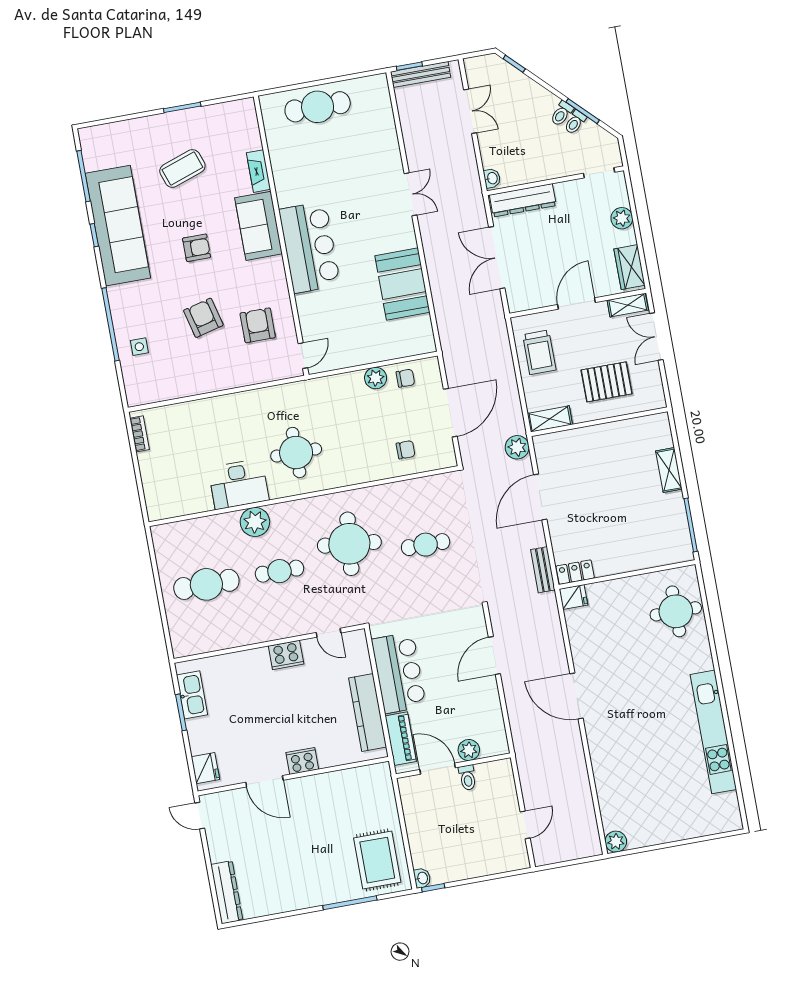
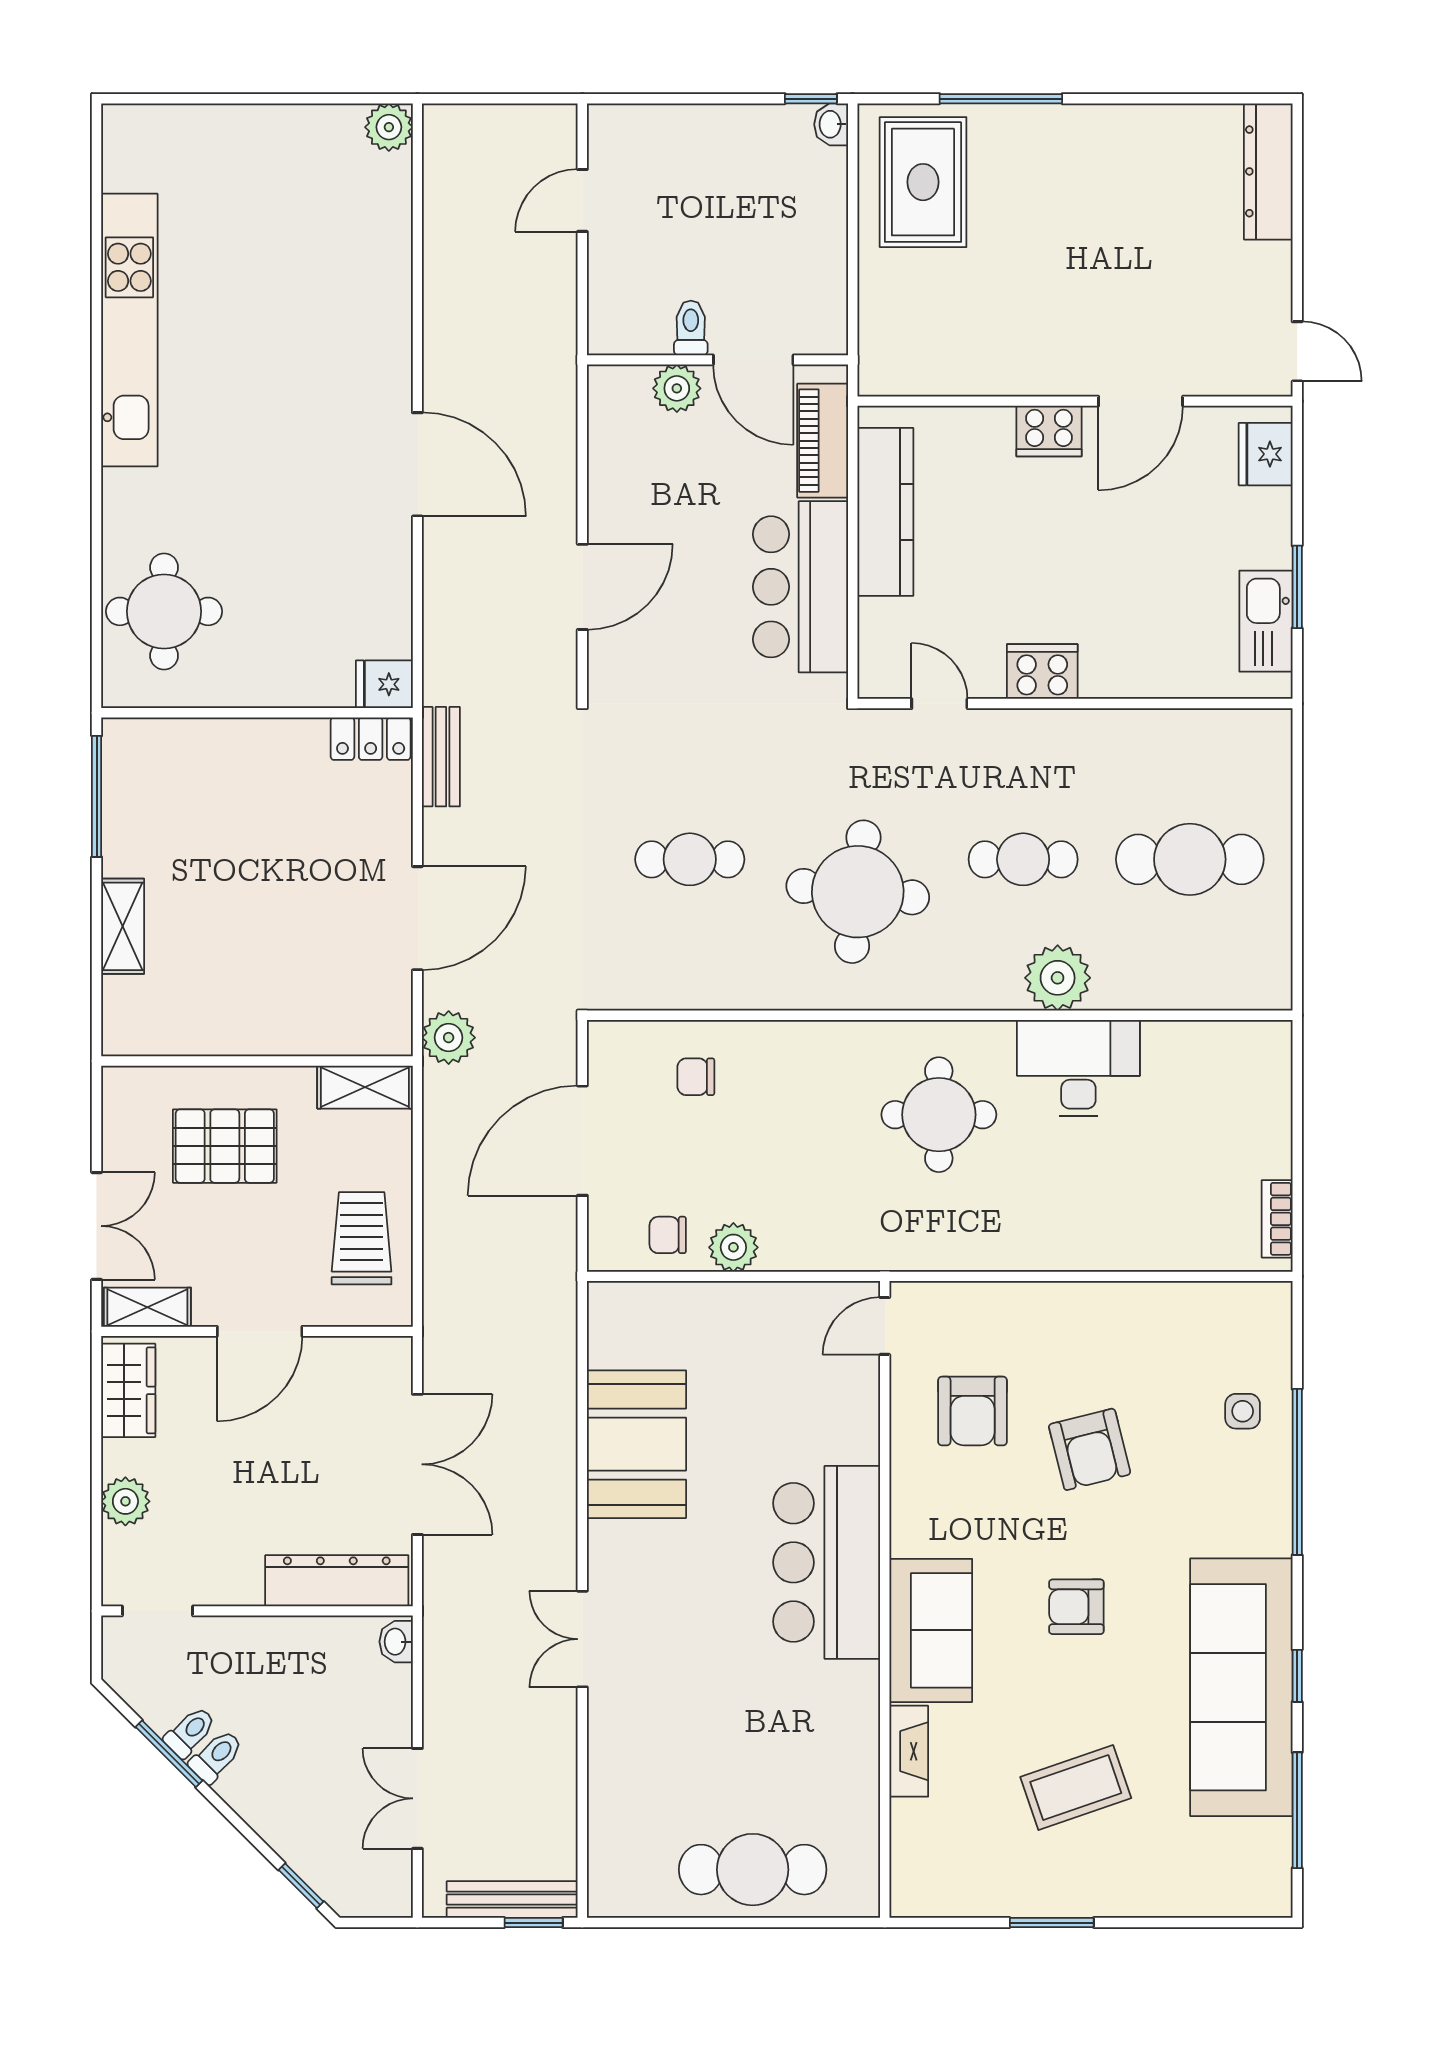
door: (264, 781) -> (1141, 401), swing flipped

